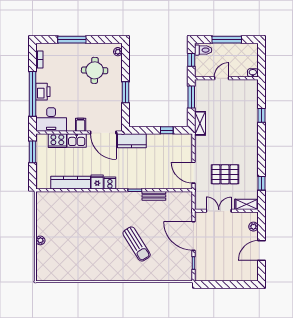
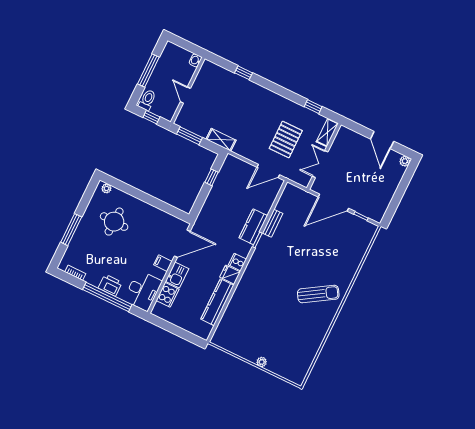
window: (125, 92) -> (152, 201), removed
kitchen counter: (132, 141) -> (253, 227), moved, turned 180
window: (33, 152) -> (167, 326), removed
plant: (253, 227) -> (405, 161), moved
sun lounger: (137, 244) -> (318, 294), moved

